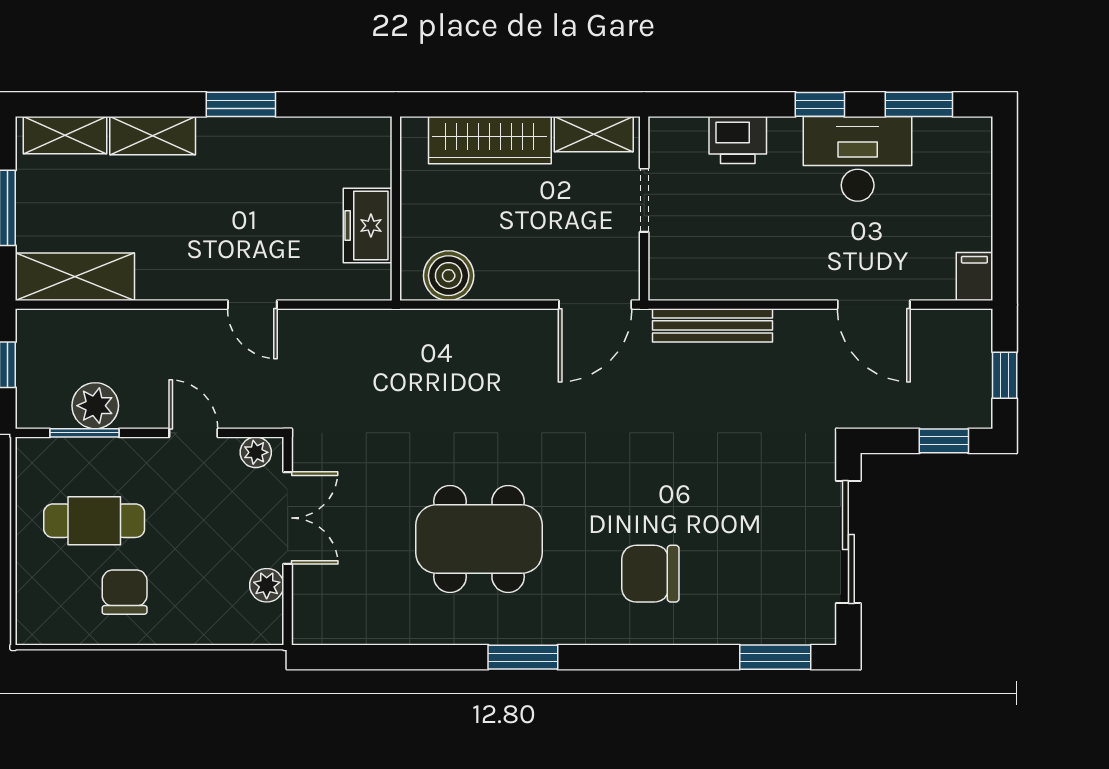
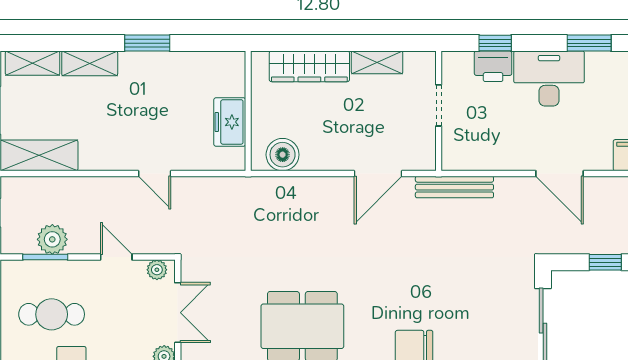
window: (820, 104) -> (495, 43), moved
printer: (738, 140) -> (493, 66), moved
doorway: (644, 200) -> (439, 105), moved
wall: (644, 209) -> (439, 111), moved

